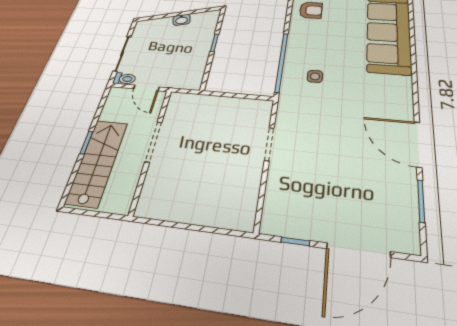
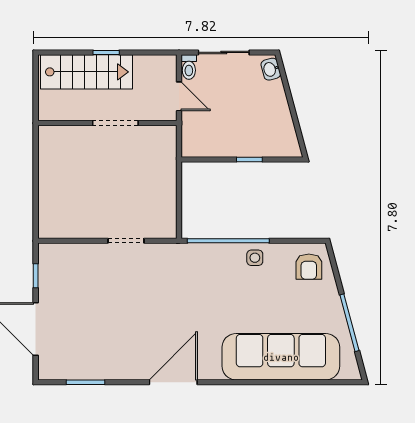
washbasin: (182, 20) -> (271, 69), moved
side table: (315, 76) -> (255, 258), moved
door: (146, 88) -> (179, 96), swing flipped
door: (418, 144) -> (173, 382), moved

